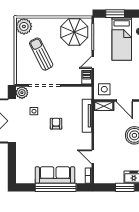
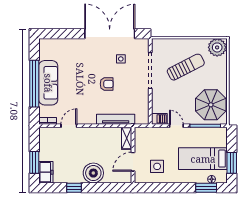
window: (115, 14) -> (232, 163), moved
side table: (104, 89) -> (157, 166), moved
plant: (22, 93) -> (142, 45), removed

